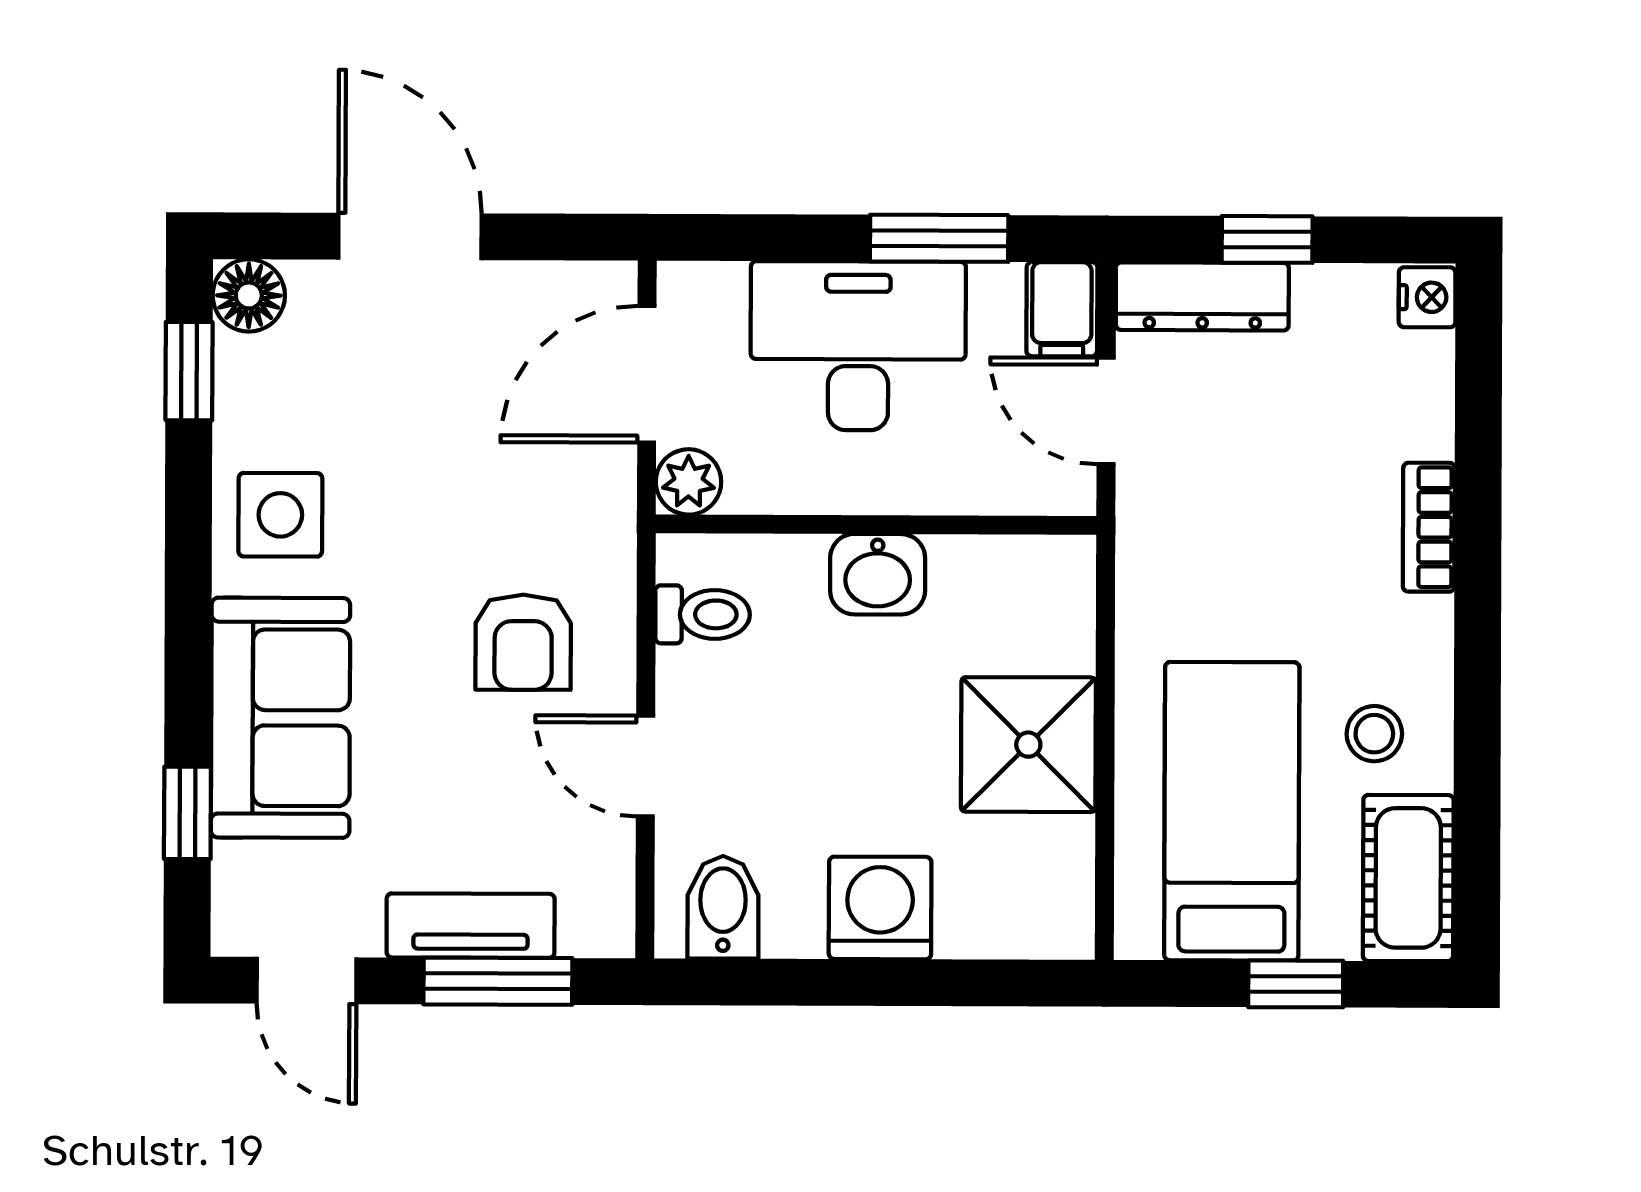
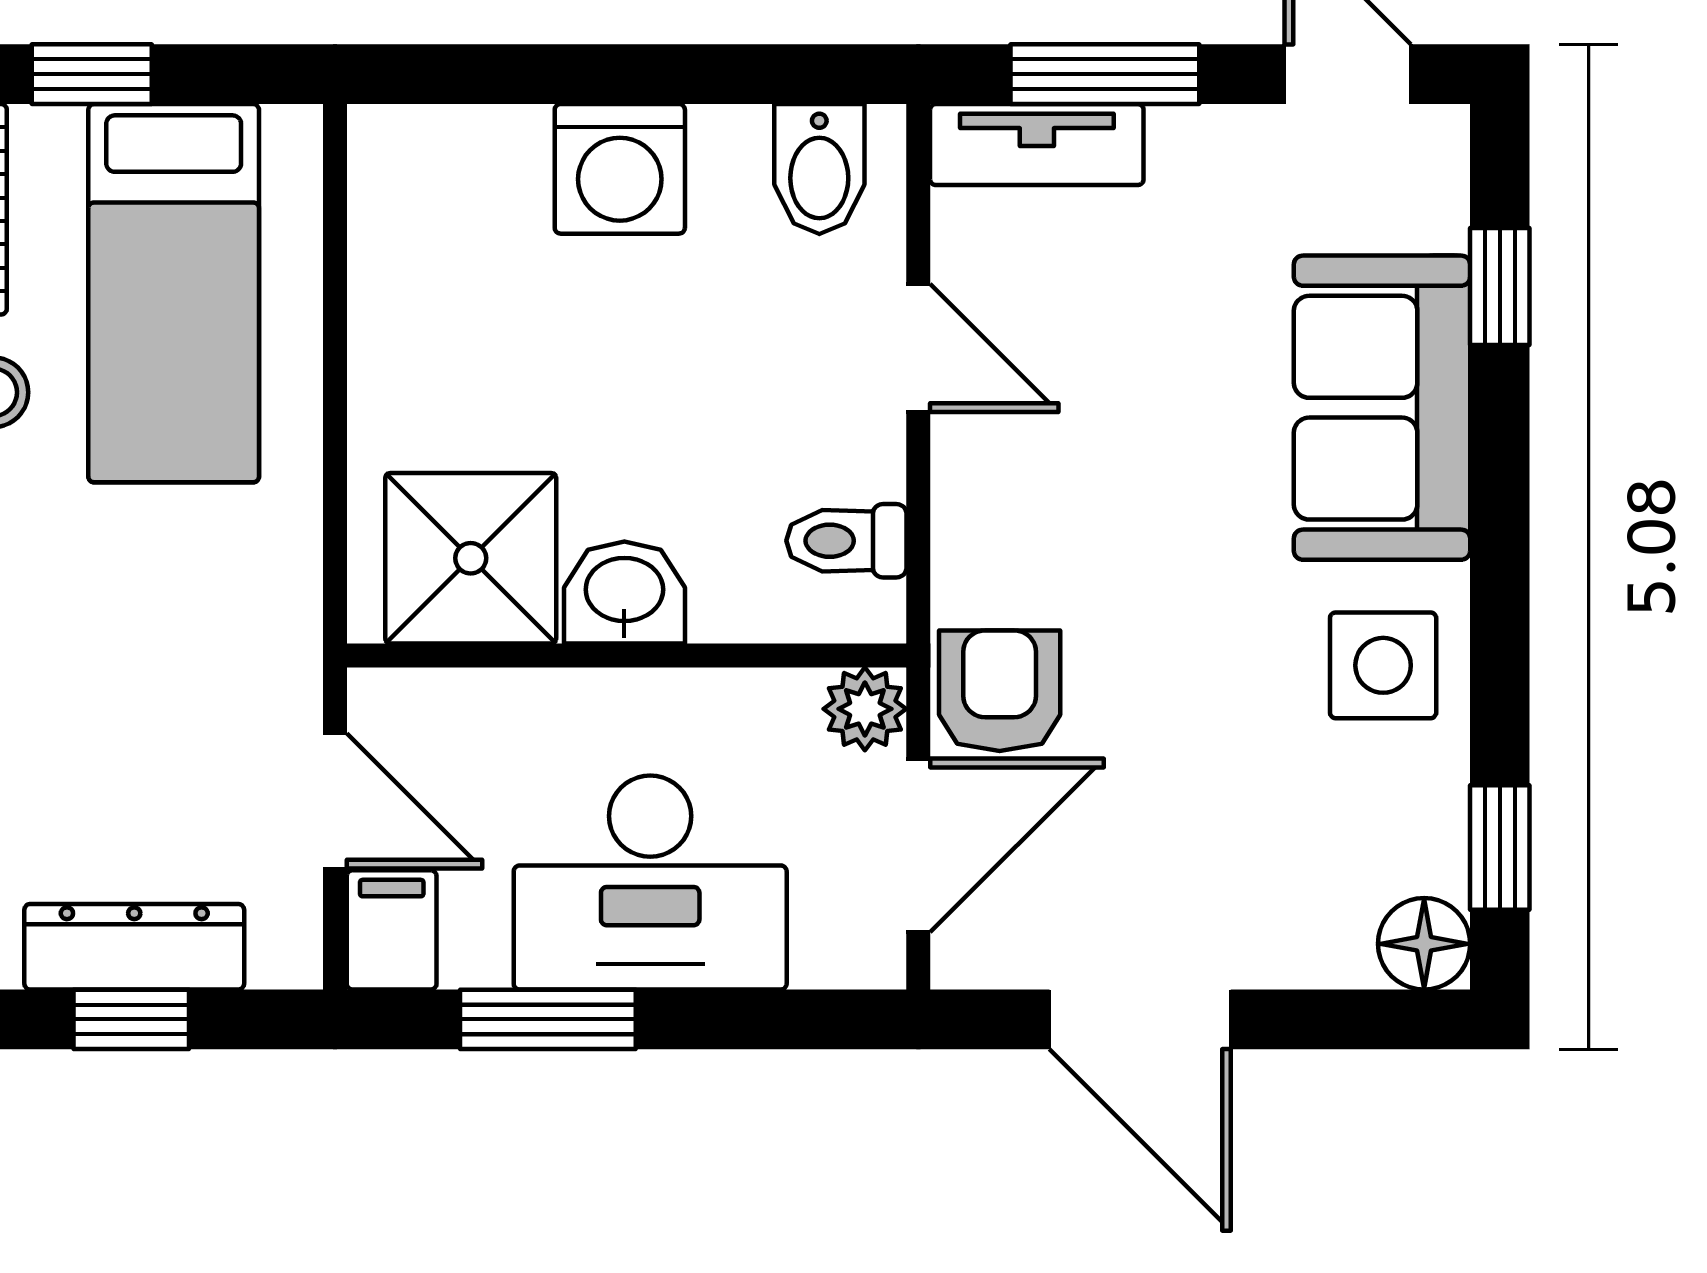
door: (410, 236) -> (1140, 1019), moved
dresser: (1202, 296) -> (134, 947), moved
armchair: (523, 642) -> (1000, 691), moved
shower: (1028, 745) -> (471, 558), moved
tv unit: (471, 926) -> (1037, 145), moved

